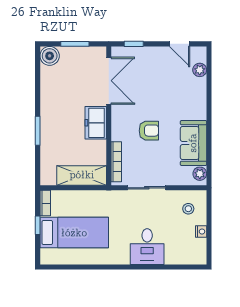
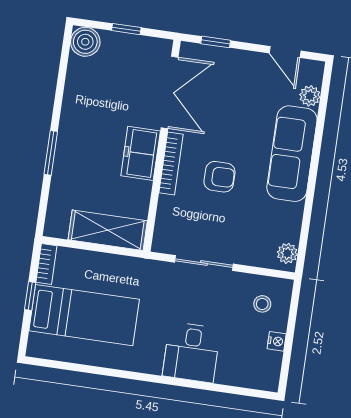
window: (75, 44) -> (126, 29), width x0.67
sofa: (193, 143) -> (292, 154), moved, width x1.36
bookcase: (116, 162) -> (171, 163), moved

